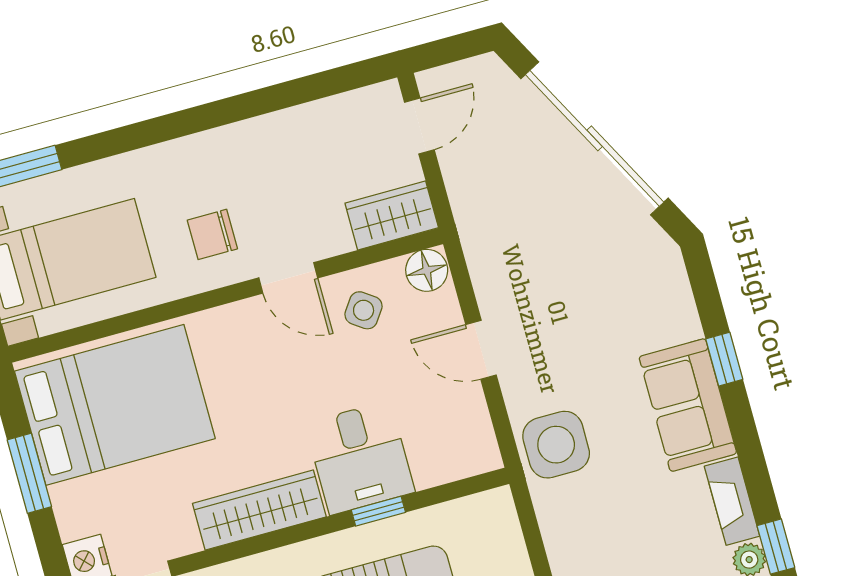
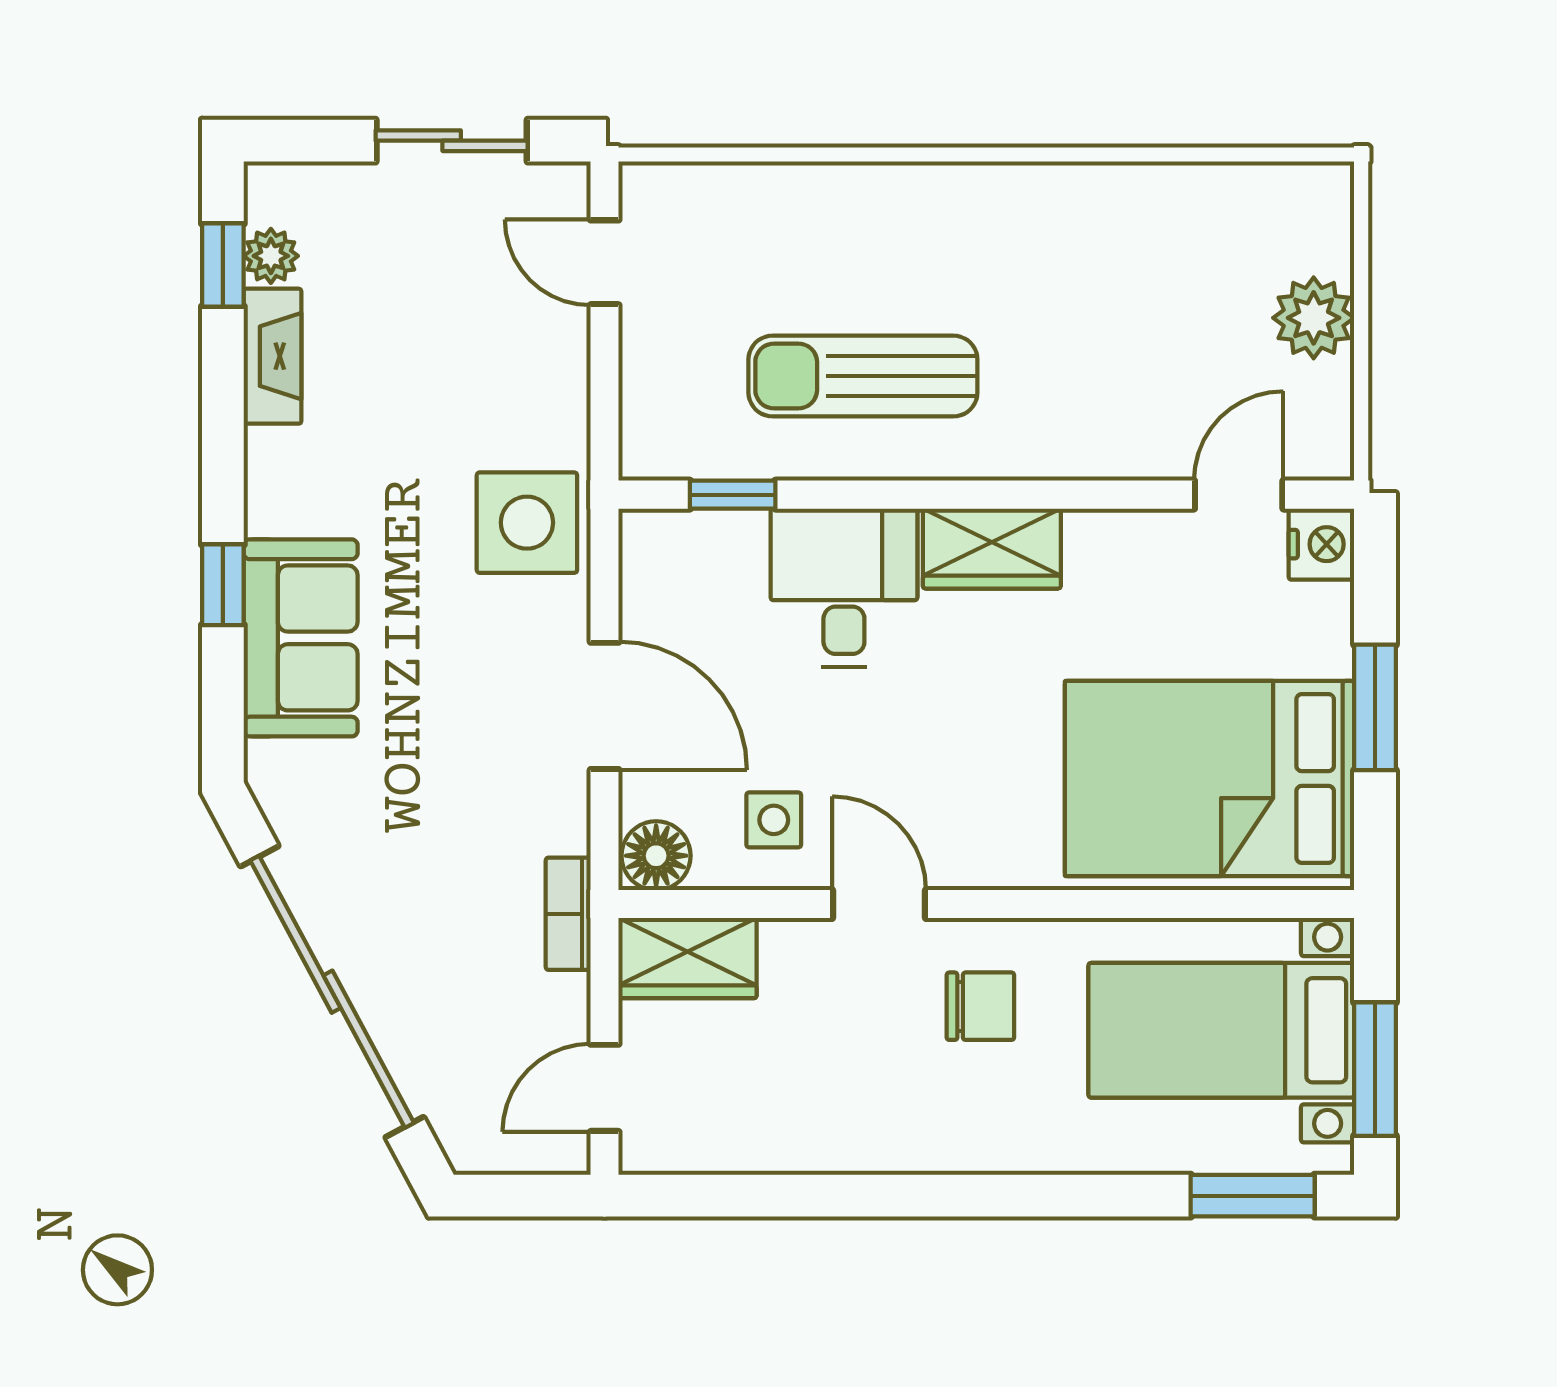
bookcase: (469, 222) -> (568, 914), added
side table: (364, 310) -> (774, 820), turned -35
door: (481, 350) -> (605, 706), width x1.38
sofa: (688, 405) -> (301, 638), moved
wardrobe: (259, 510) -> (992, 549), width x0.67
window: (378, 511) -> (733, 495), moved

